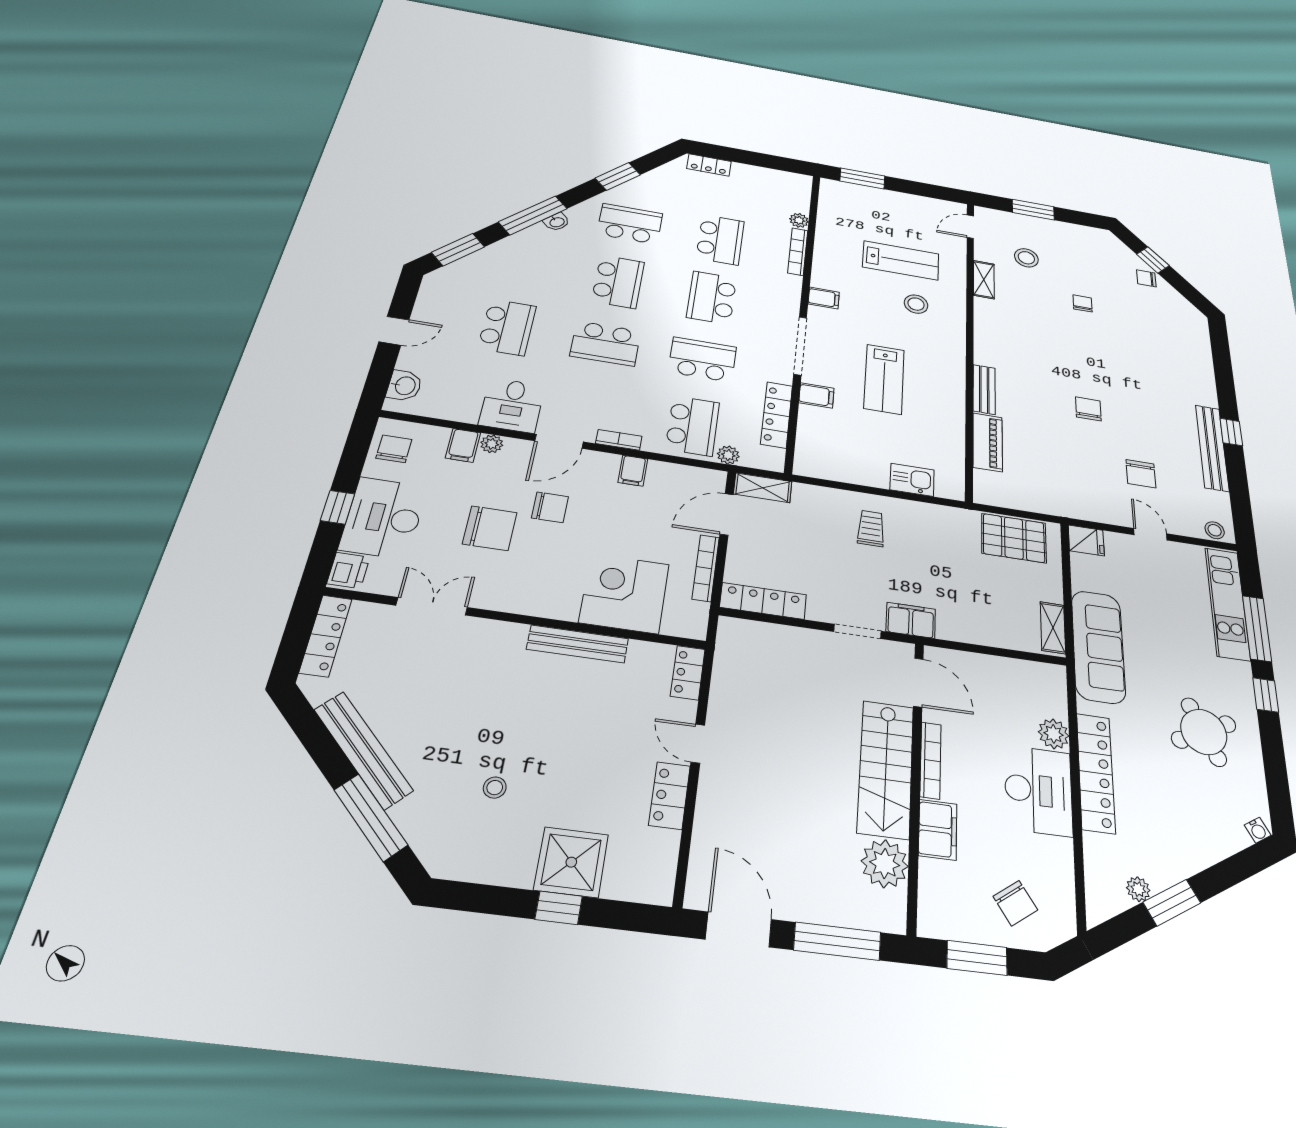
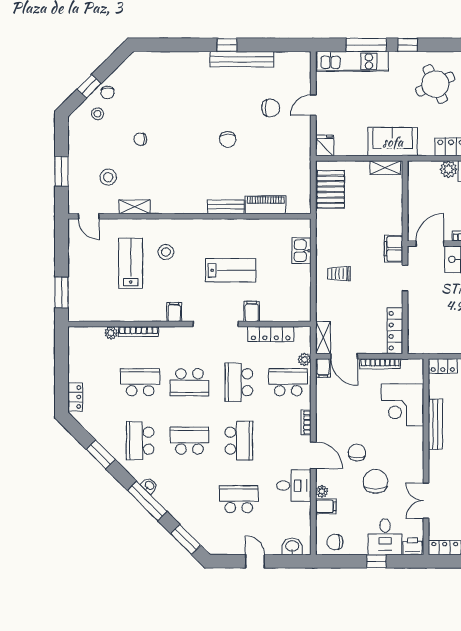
chair: (1088, 409) -> (228, 139), turned -91
filing cabinet: (633, 471) -> (323, 368), moved, turned 90
desk: (383, 518) -> (385, 537), width x0.73
stool: (1215, 530) -> (98, 114), moved
sofa: (1098, 646) -> (393, 142), width x0.73

